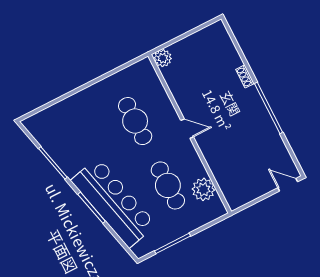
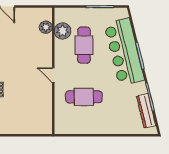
plant: (163, 58) -> (46, 27), moved
cafe table: (135, 121) -> (84, 97), turned 90
dresser: (49, 143) -> (146, 111), added

